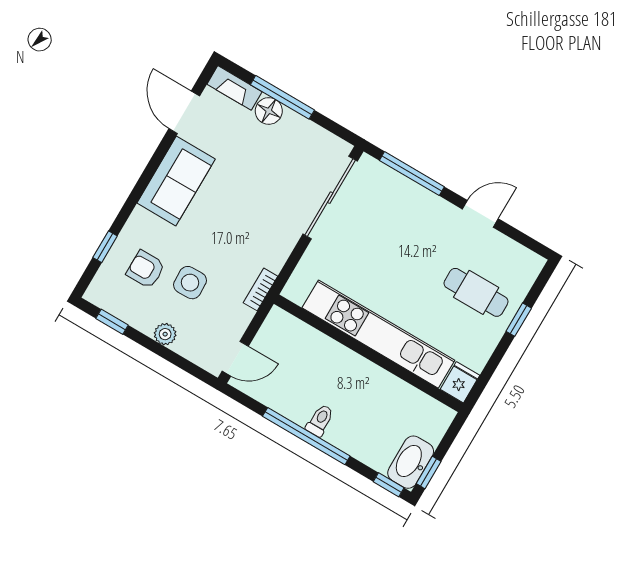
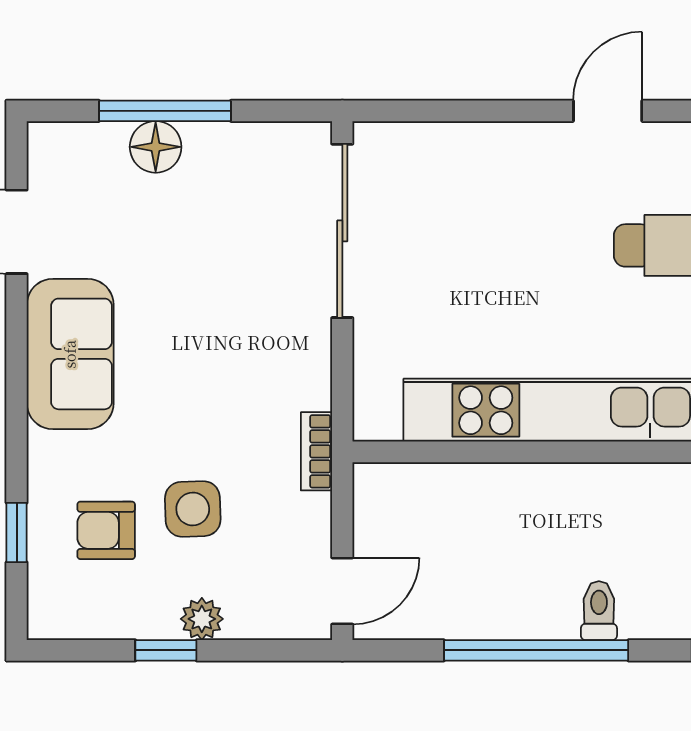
fireplace: (235, 88) -> (76, 142), removed
window: (412, 174) -> (455, 111), removed
window: (112, 322) -> (166, 650), moved
toilet: (320, 420) -> (599, 611), moved

